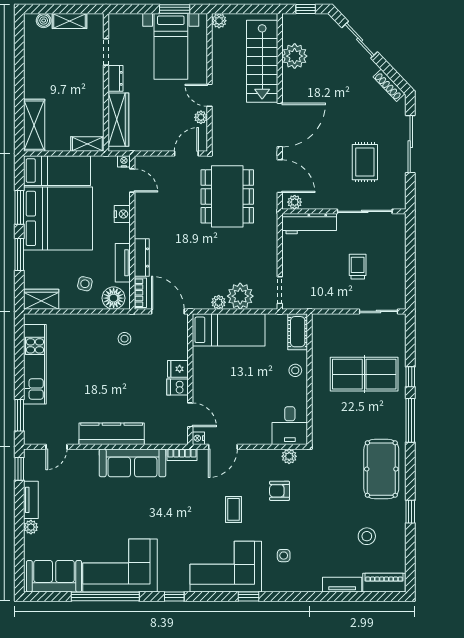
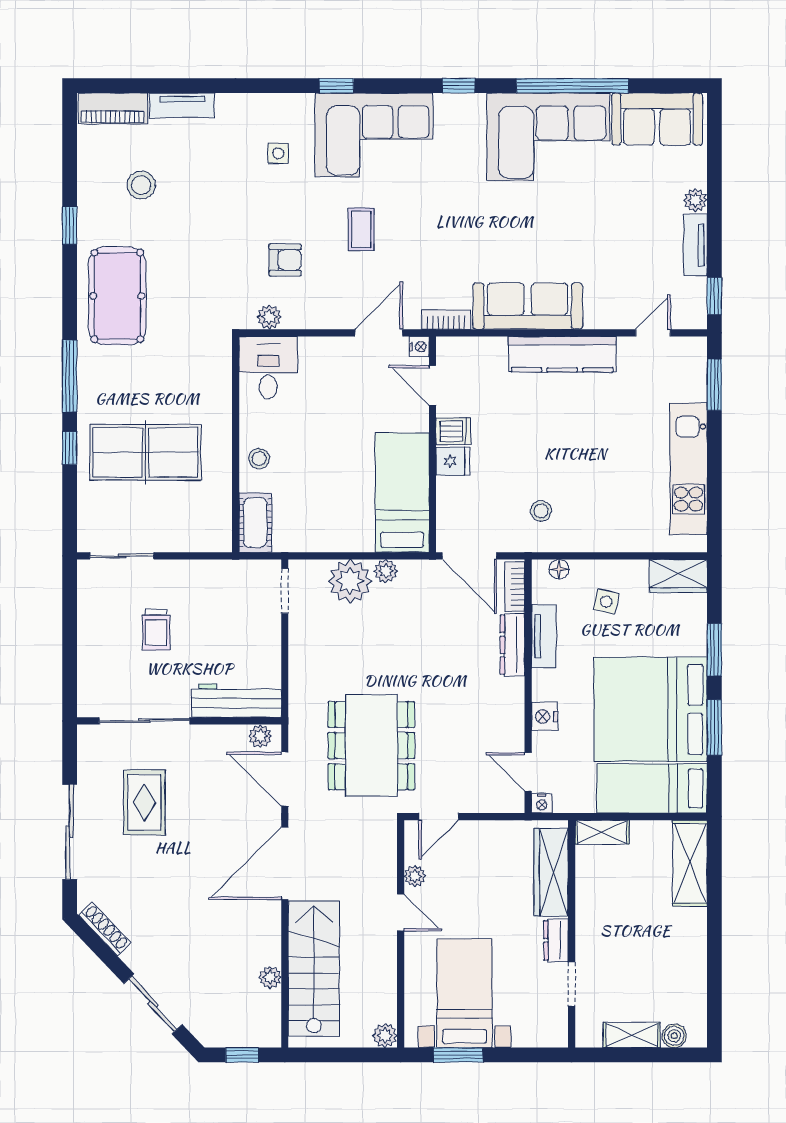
plant: (295, 56) -> (270, 977), width x0.53, depth x0.53
floor lamp: (114, 298) -> (559, 569), width x0.53, depth x0.53
bed: (229, 330) -> (402, 493), moved, turned 90

